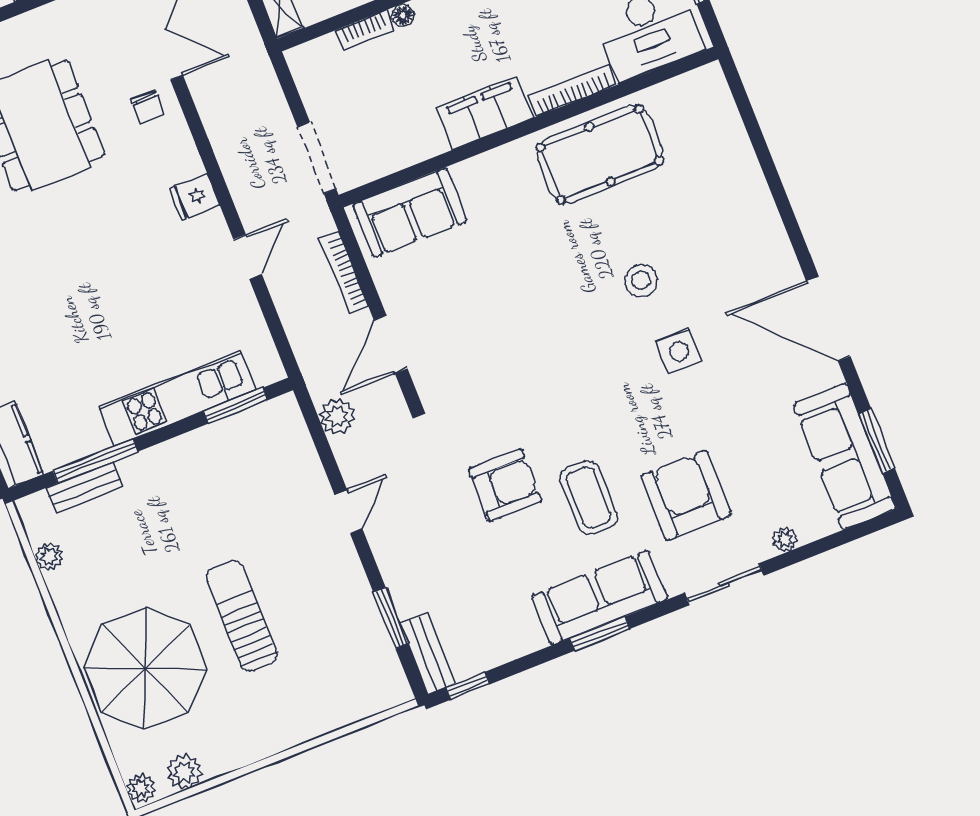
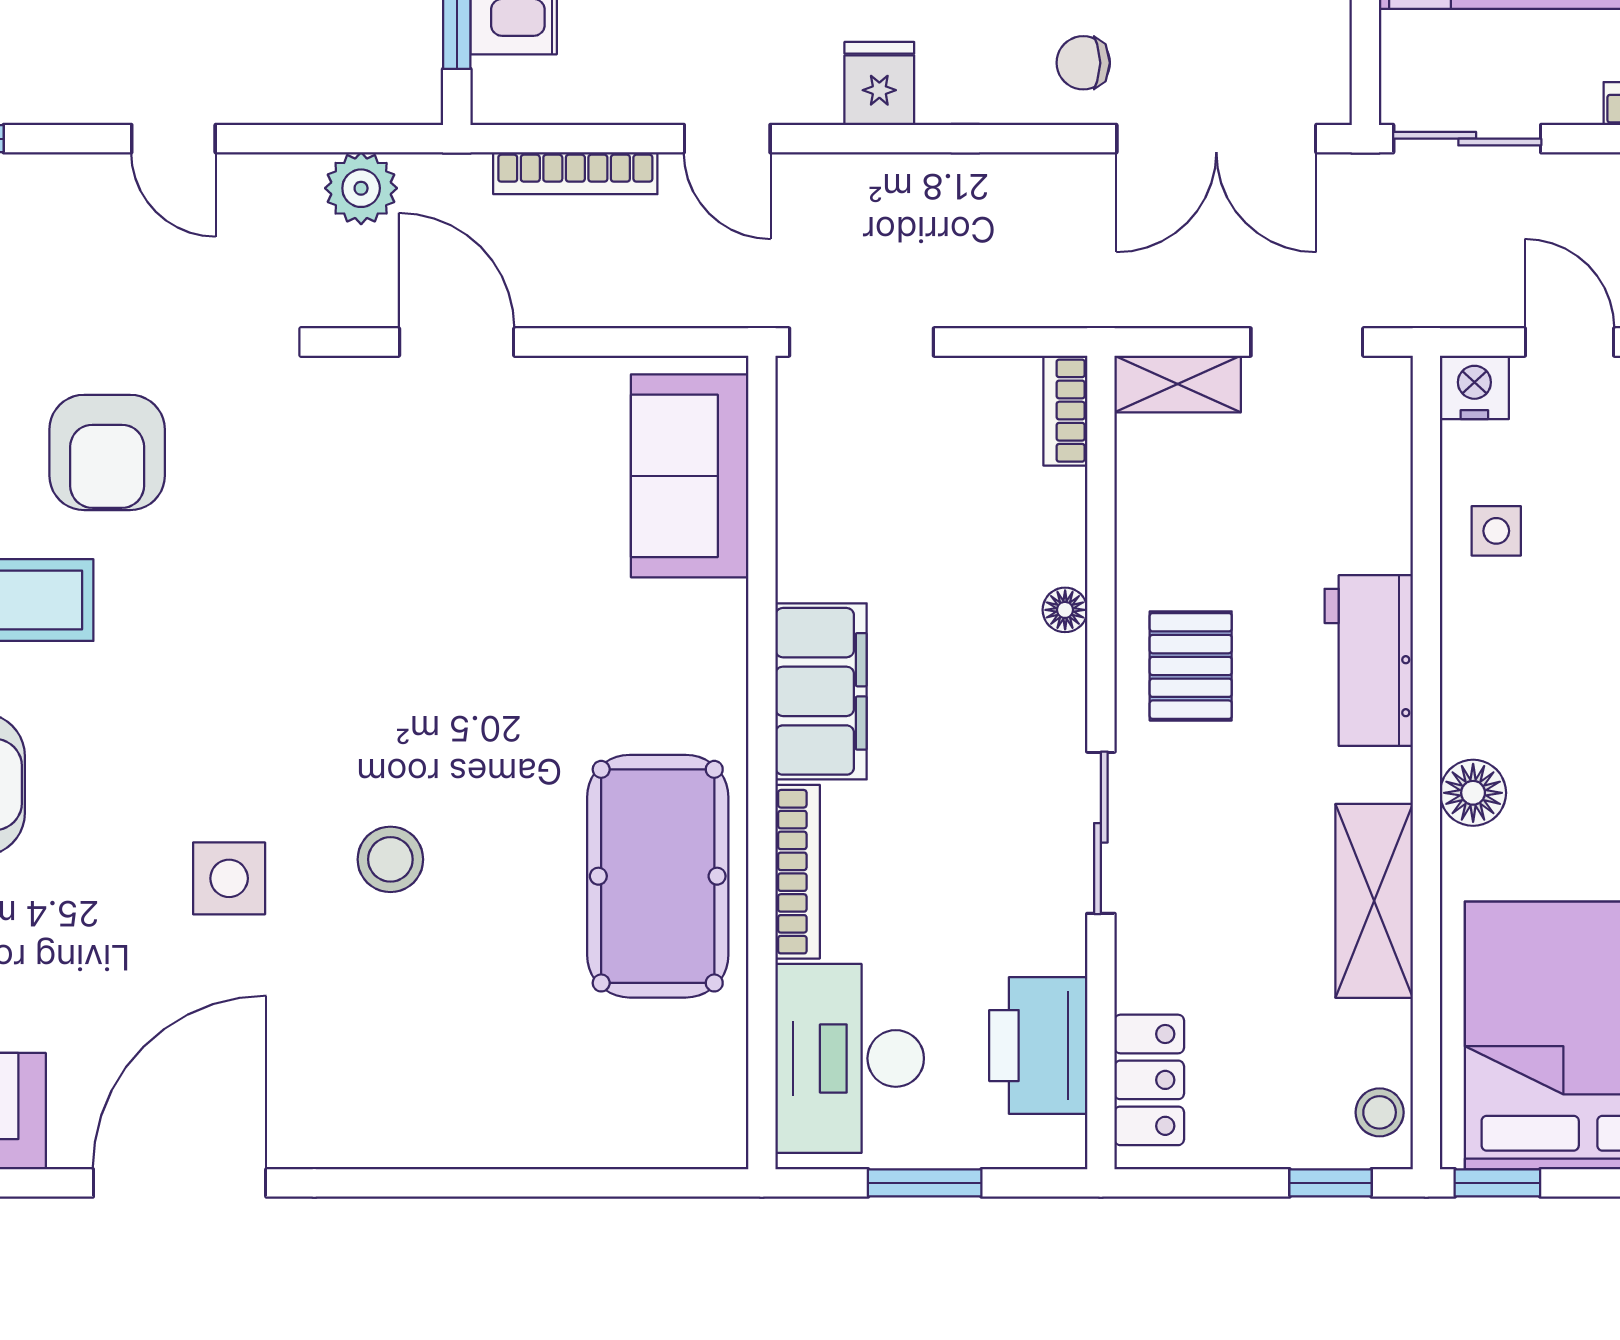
bookcase: (365, 30) -> (1065, 411), moved
bookcase: (344, 273) -> (575, 173), moved, turned 180

